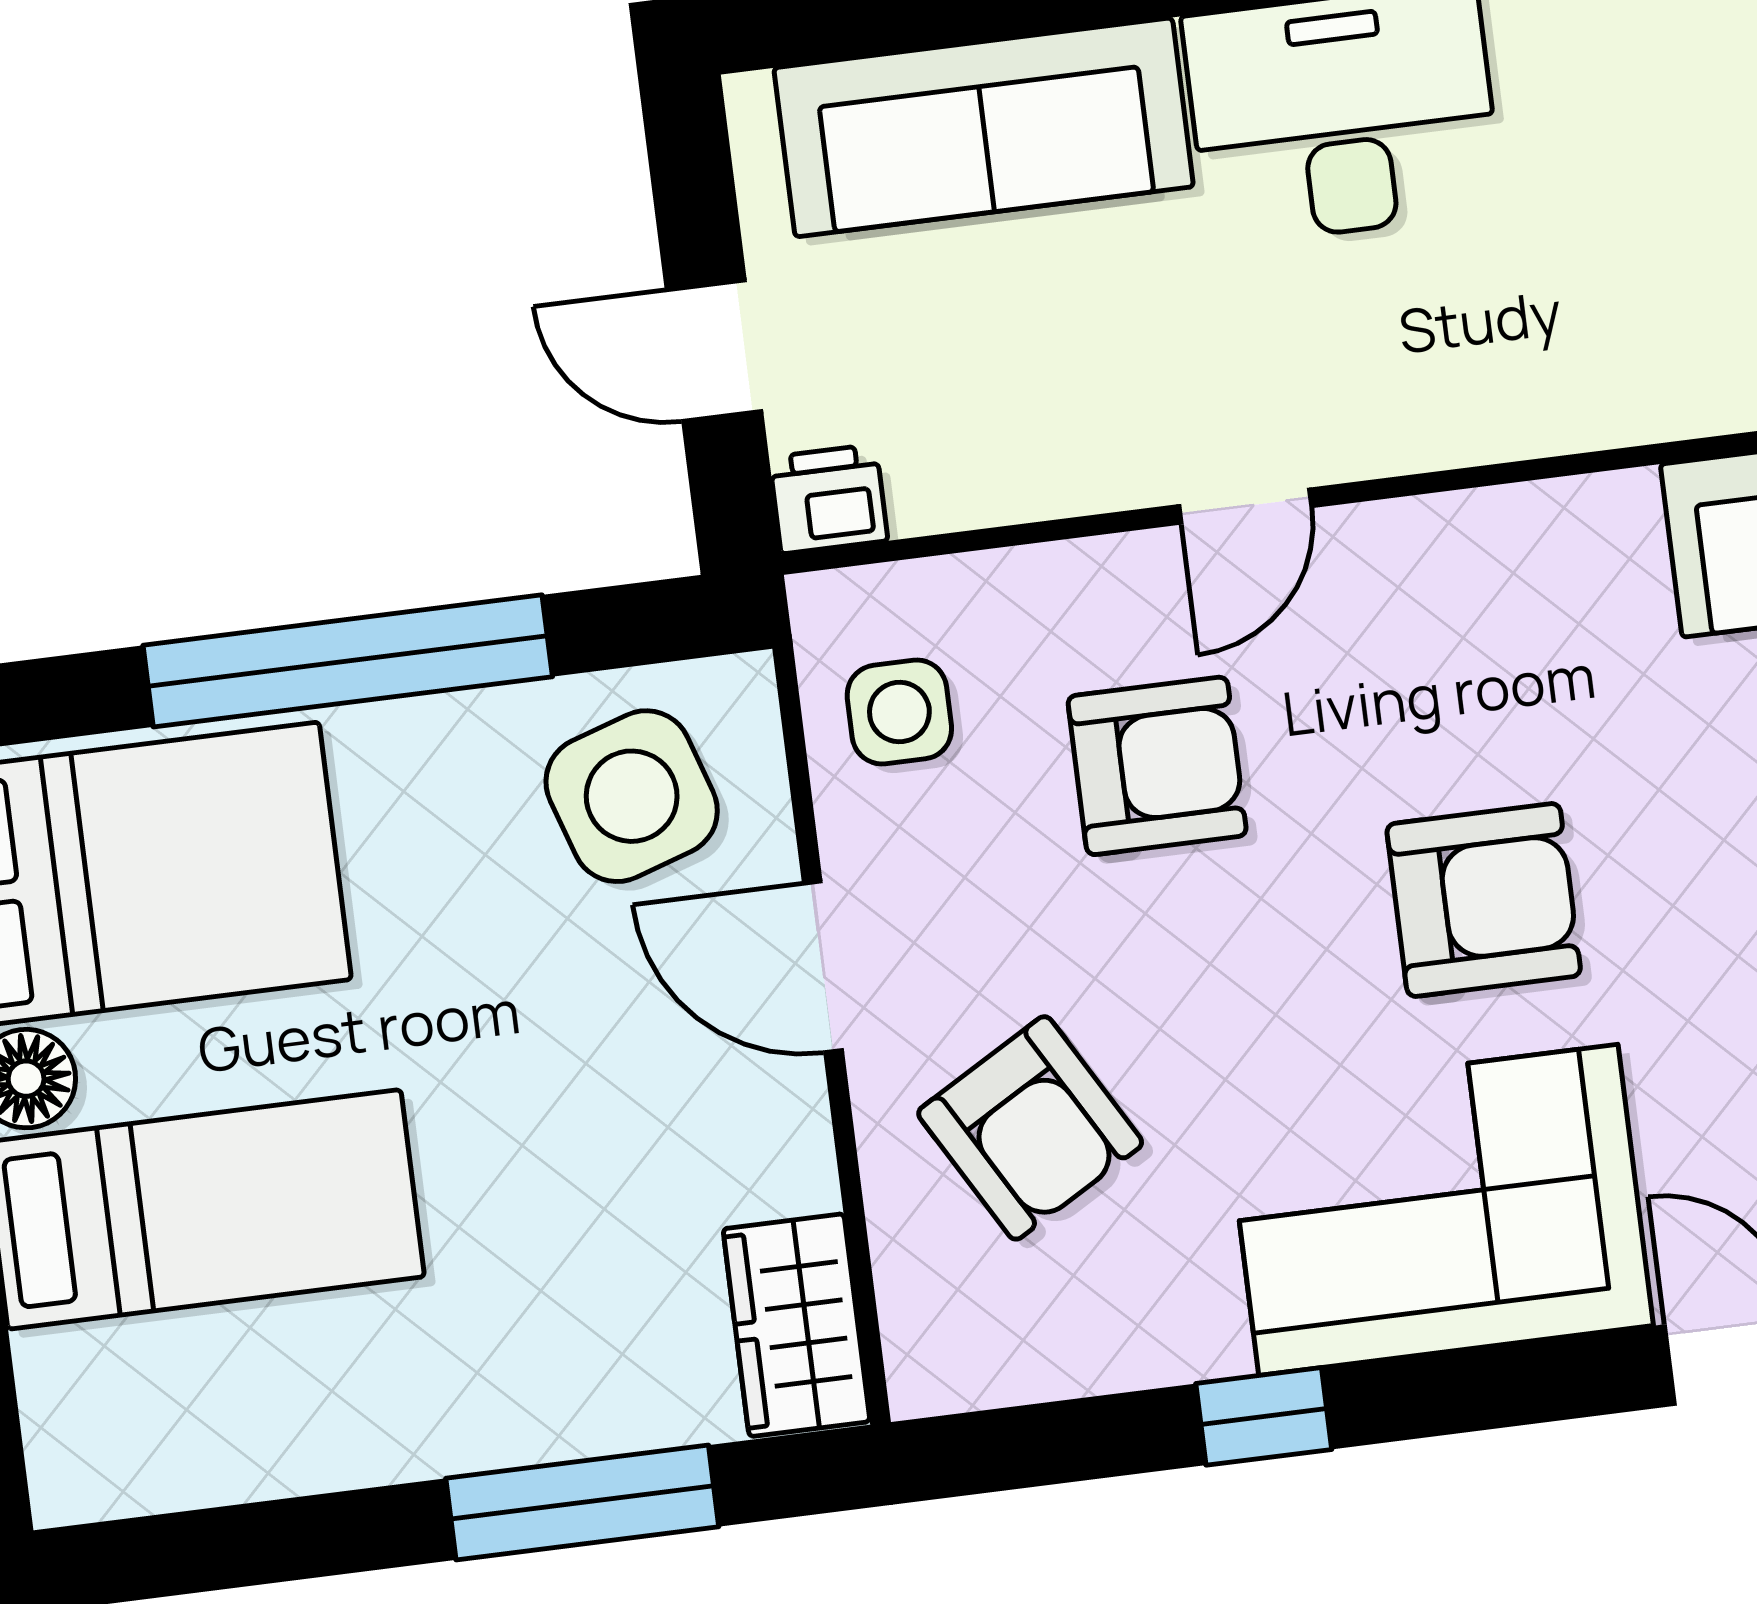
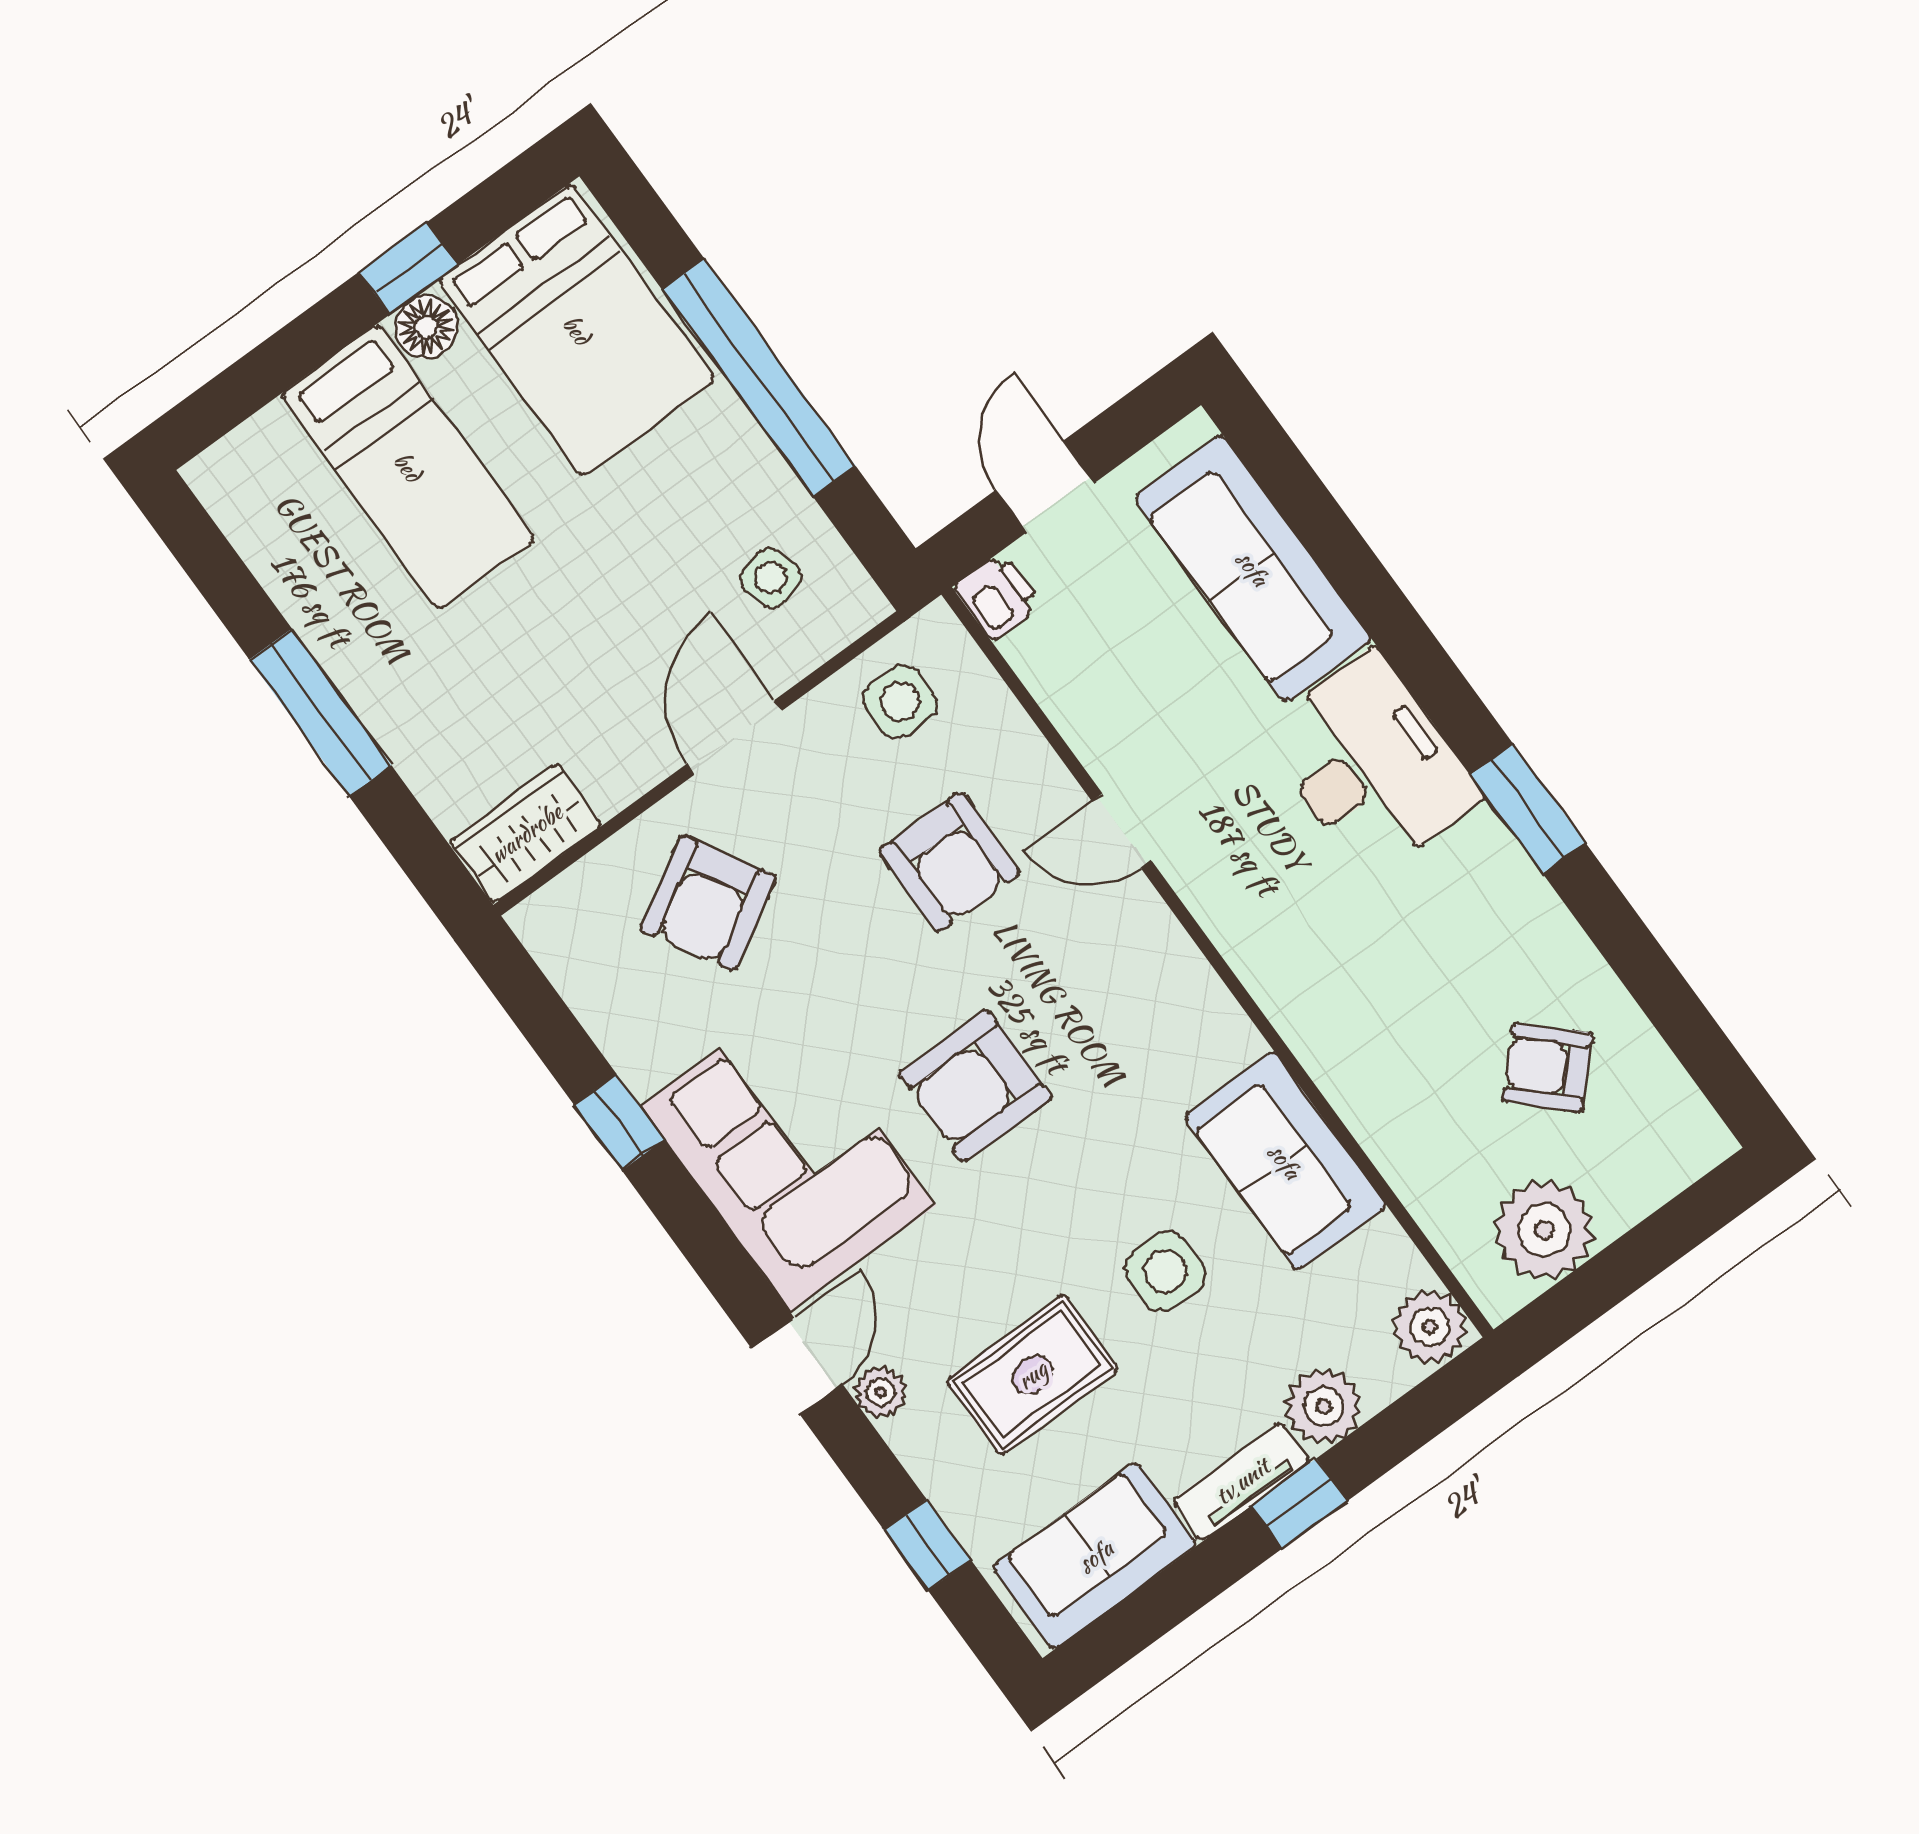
side table: (632, 796) -> (771, 578), width x0.54, depth x0.54
armchair: (1484, 900) -> (975, 1086), turned 90
window: (582, 1502) -> (320, 713), moved

